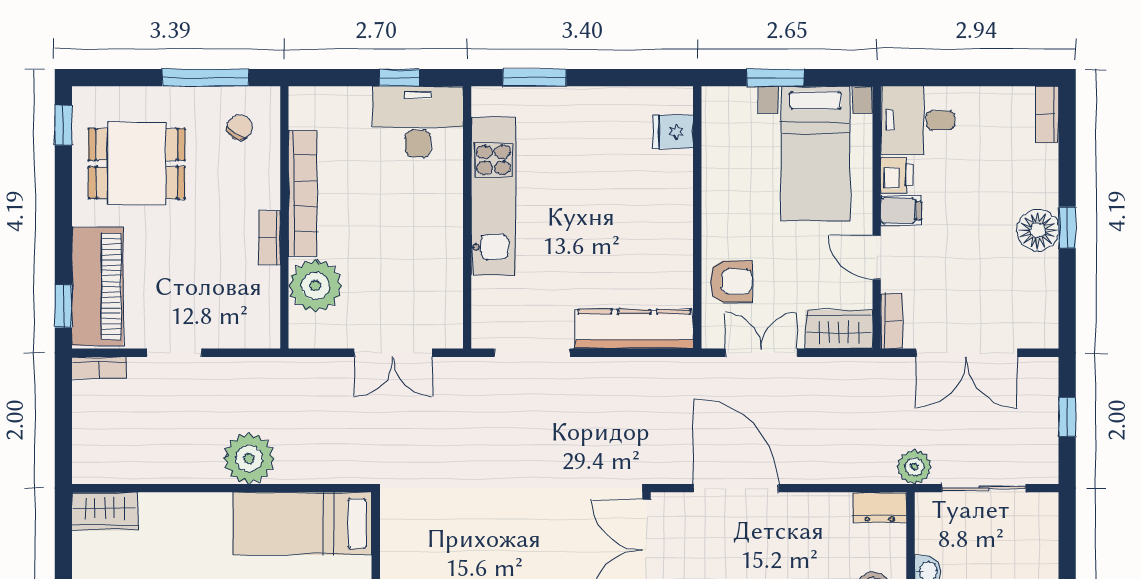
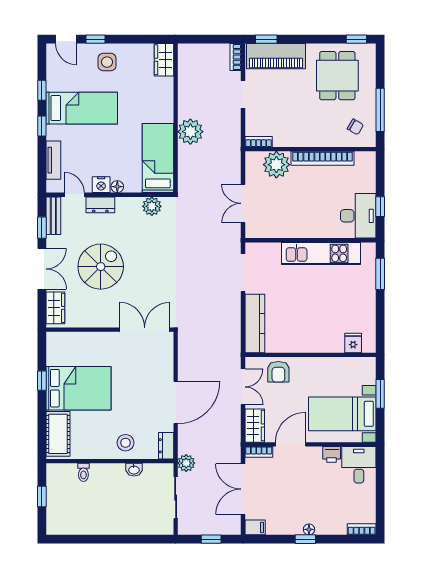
filing cabinet: (901, 210) -> (255, 527), moved, turned -90
floor lamp: (1038, 230) -> (309, 529), width x0.53, depth x0.53
bookcase: (269, 237) -> (259, 142), moved
door: (877, 257) -> (291, 444), width x1.38
door: (736, 488) -> (176, 403), moved
plant: (399, 536) -> (152, 206), added

